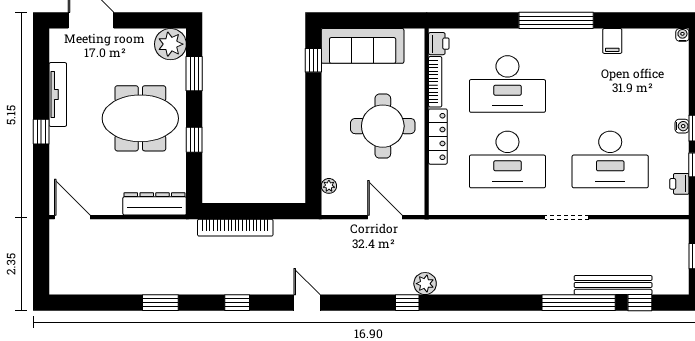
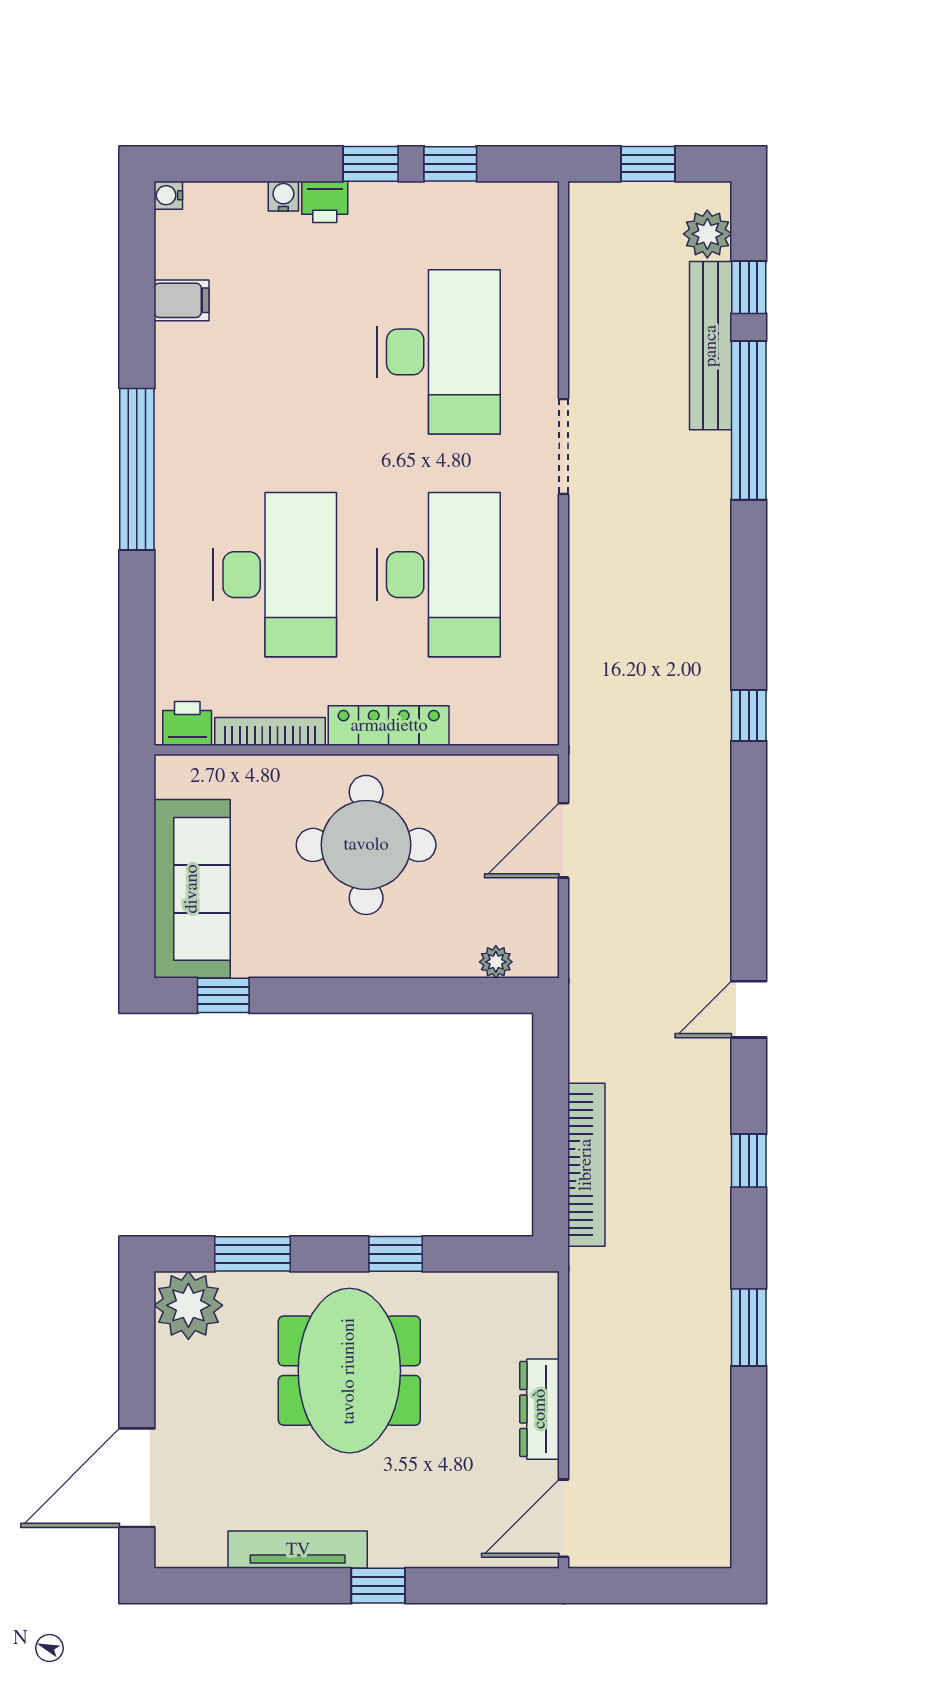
filing cabinet: (612, 41) -> (182, 300), moved
water cooler: (682, 126) -> (283, 196), moved
printer: (679, 184) -> (325, 202), moved
dresser: (155, 204) -> (540, 1409), moved, width x0.73, depth x0.80
plant: (425, 284) -> (707, 234), moved
window: (407, 303) -> (749, 716), moved

